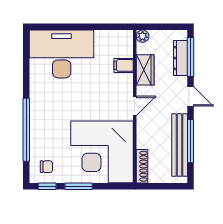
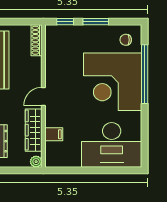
wardrobe: (145, 70) -> (34, 130), width x1.50
corner desk: (102, 152) -> (113, 82), moved, turned 180
window: (47, 186) -> (65, 22), moved

